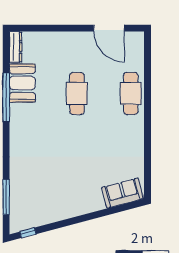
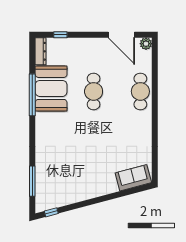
window: (38, 28) -> (60, 35), added
plant: (137, 38) -> (146, 44), added
booth: (22, 83) -> (51, 88), width x1.36, depth x1.42

